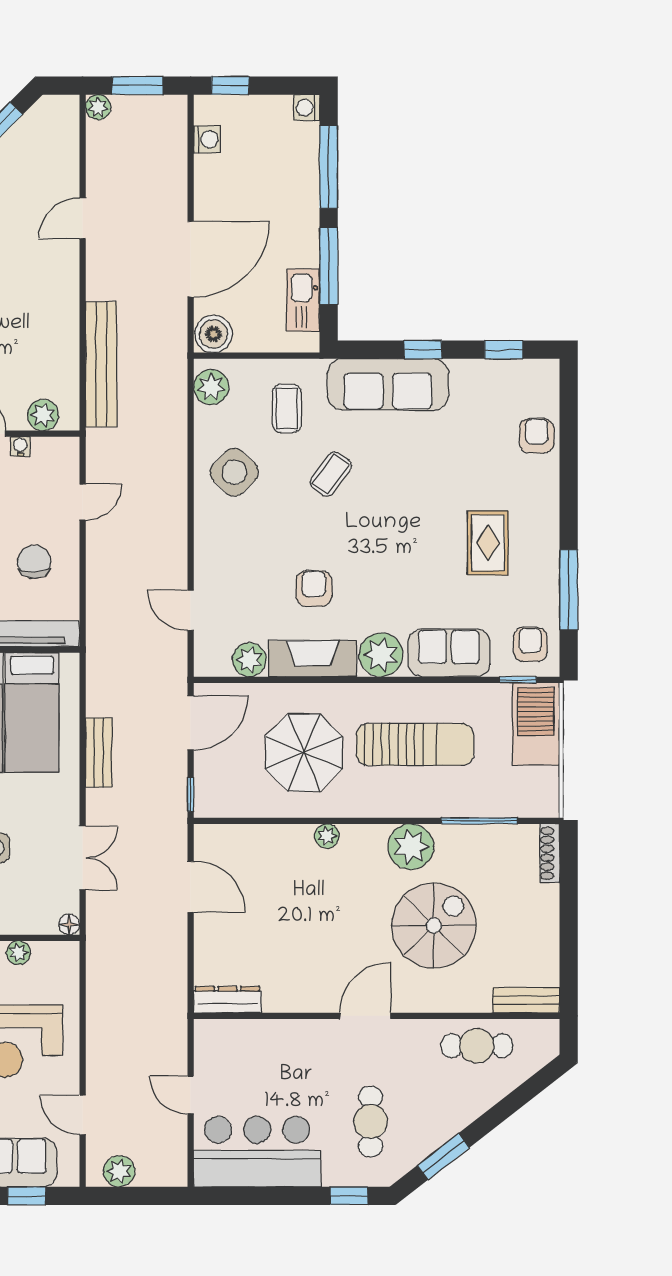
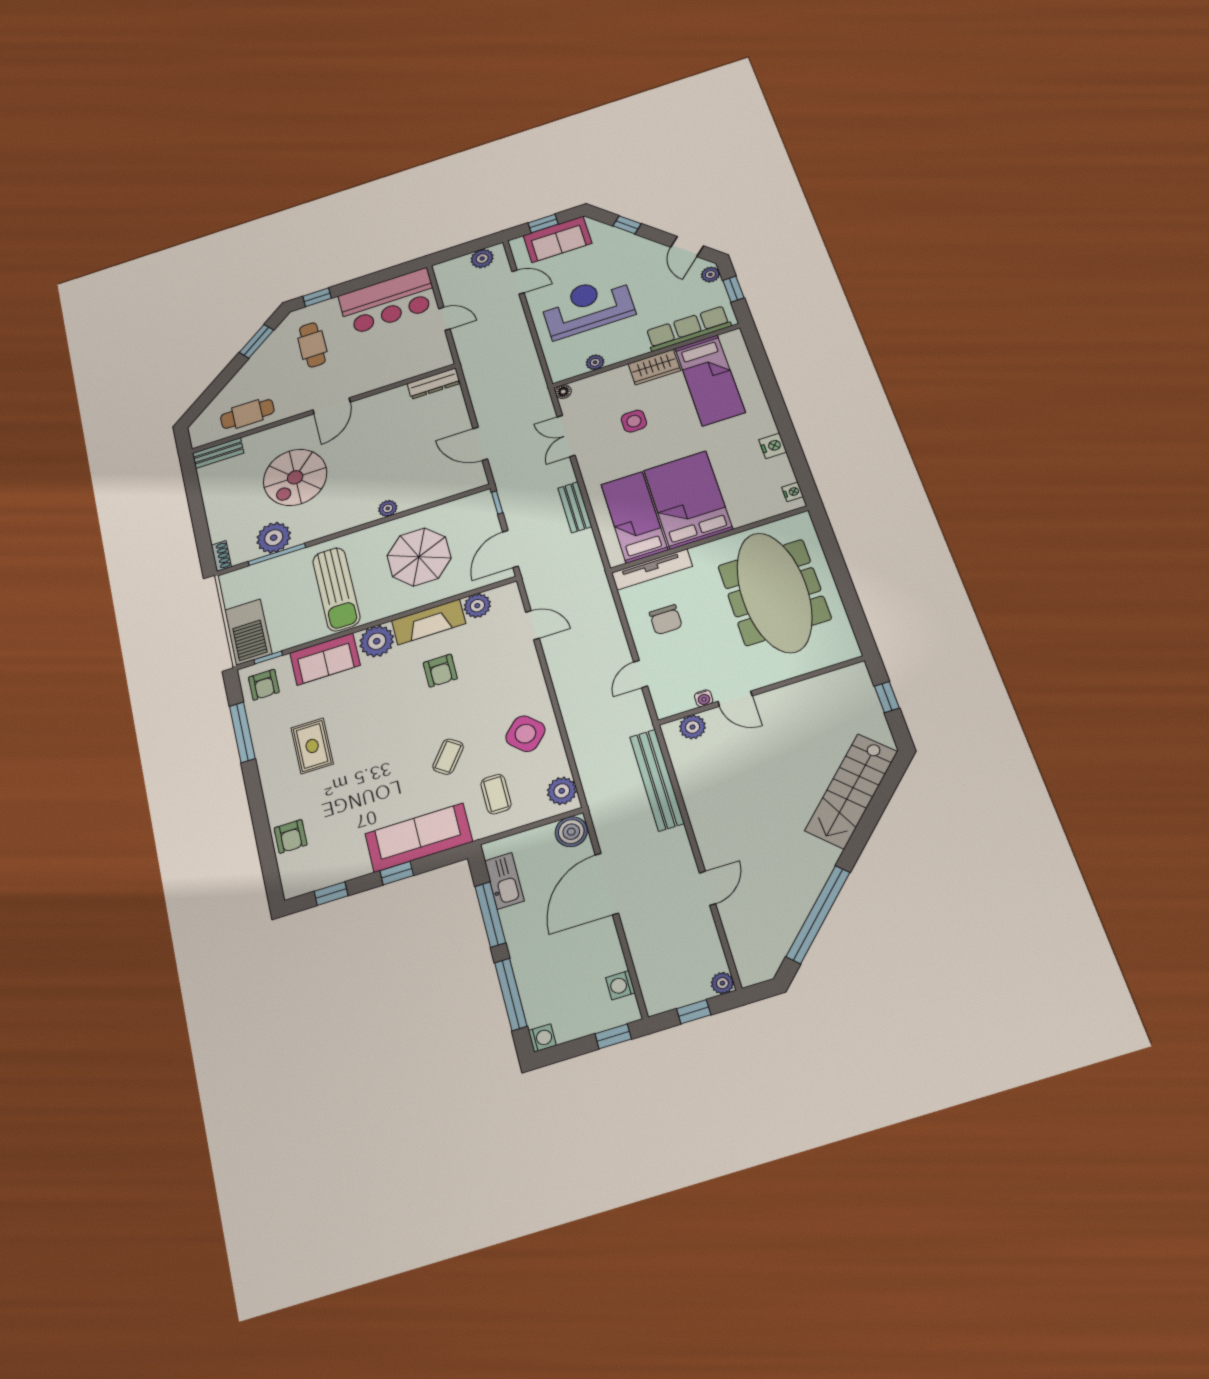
window: (138, 86) -> (694, 1012), width x0.67
sun lounger: (415, 744) -> (336, 589), turned -90
plant: (411, 847) -> (274, 538), moved
shoe rack: (550, 853) -> (221, 556), width x0.70

